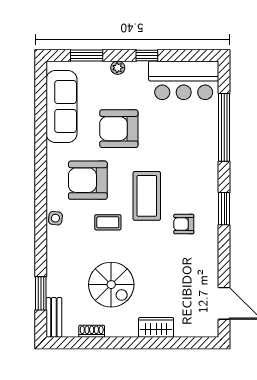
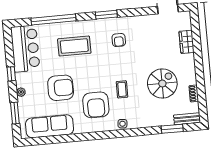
armchair: (119, 129) -> (61, 88), turned -90
coffee table: (147, 196) -> (74, 46), moved
wardrobe: (156, 327) -> (187, 42), moved

